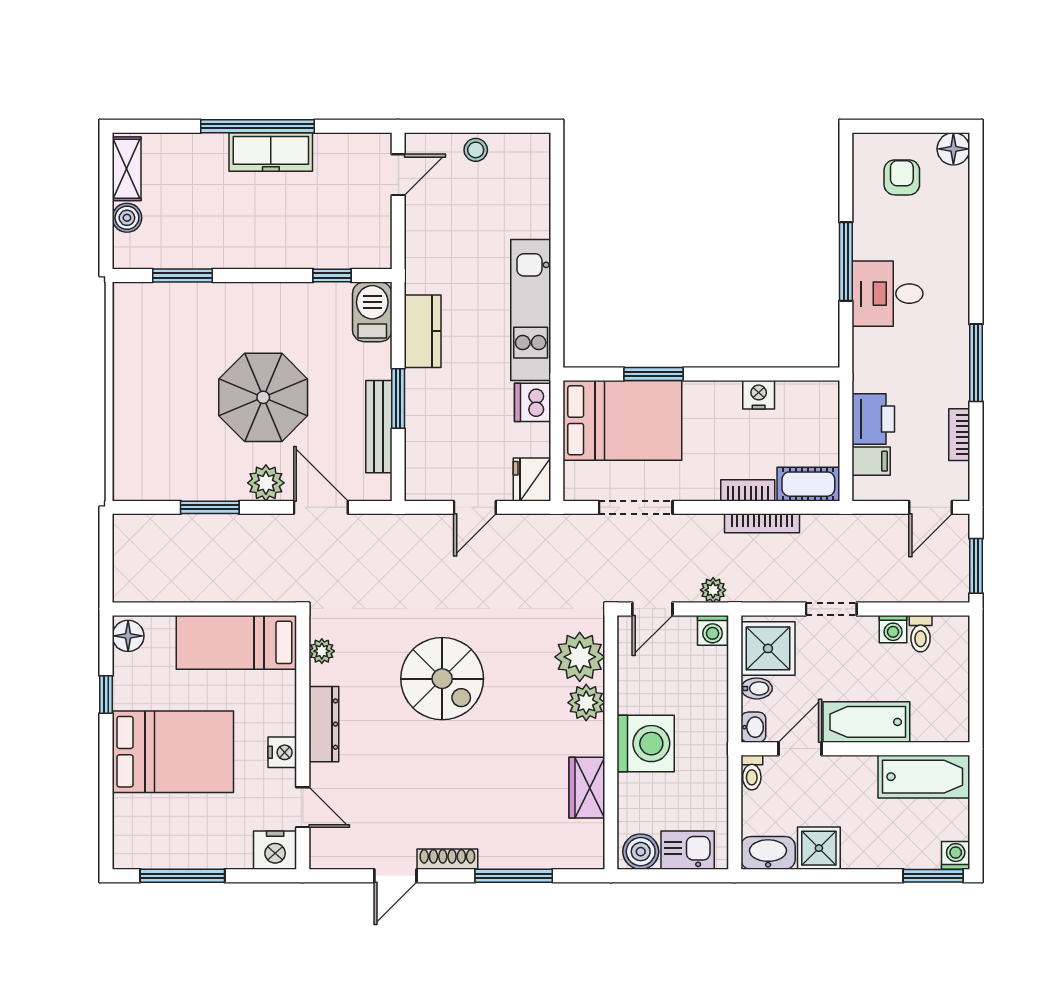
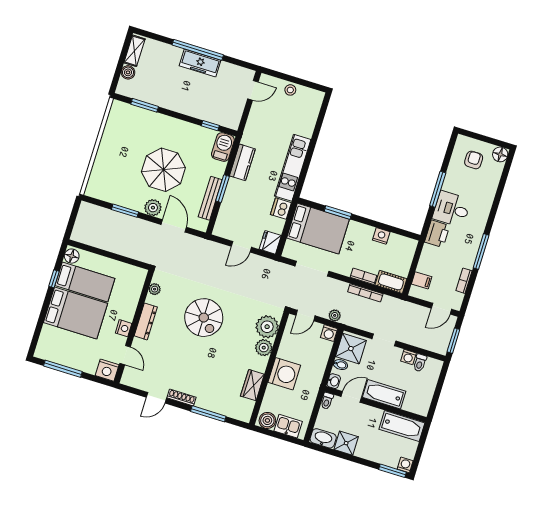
printer: (873, 419) -> (437, 234), moved
bed: (236, 642) -> (85, 282), moved, turned 180

